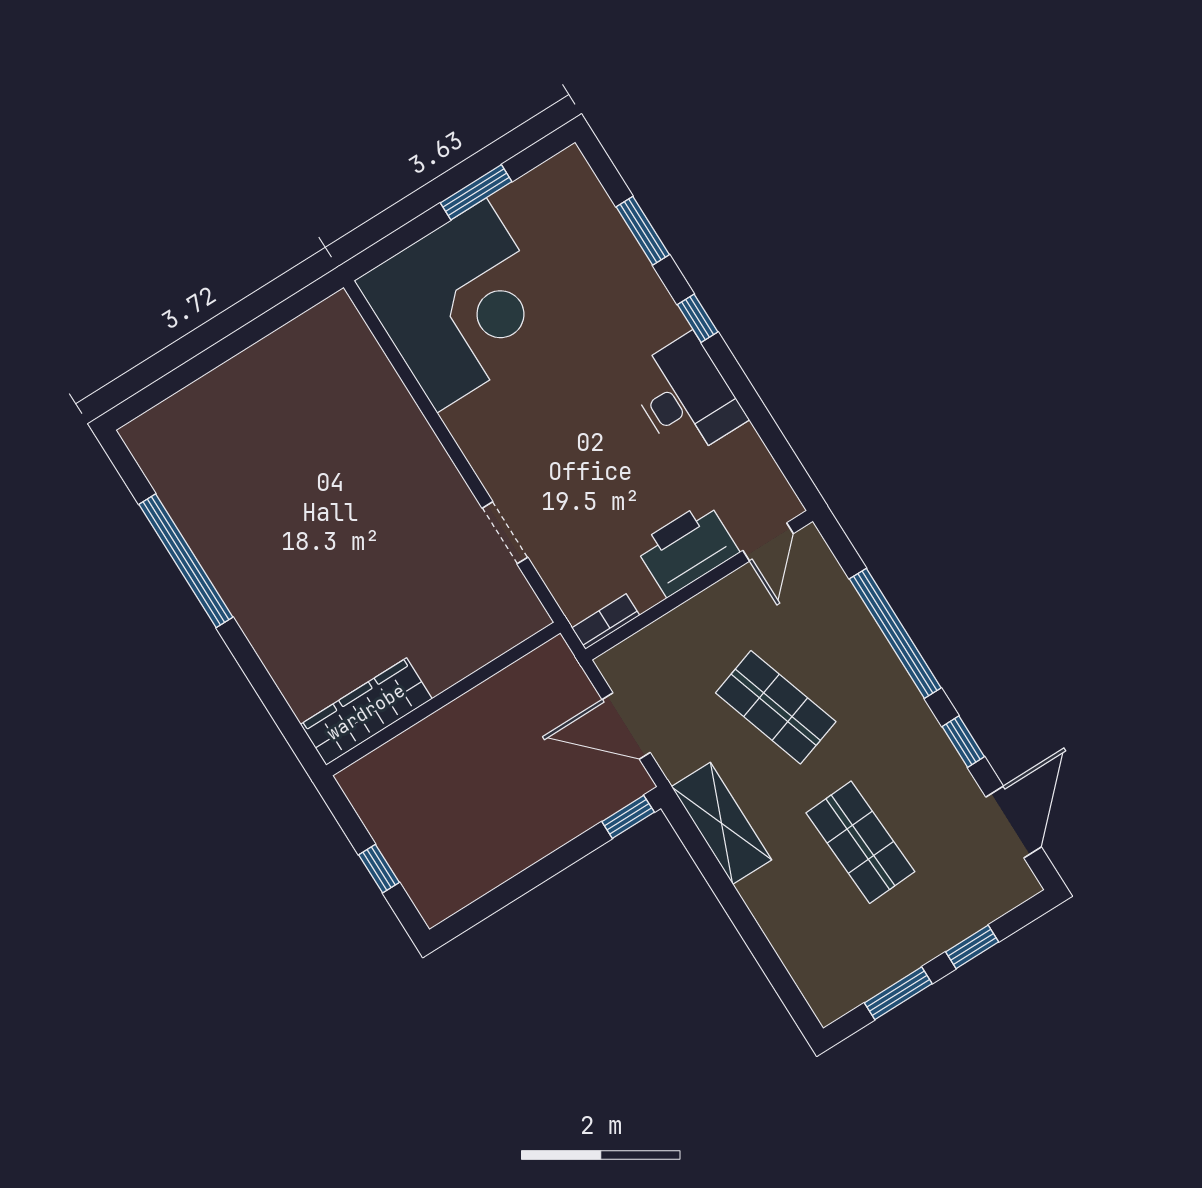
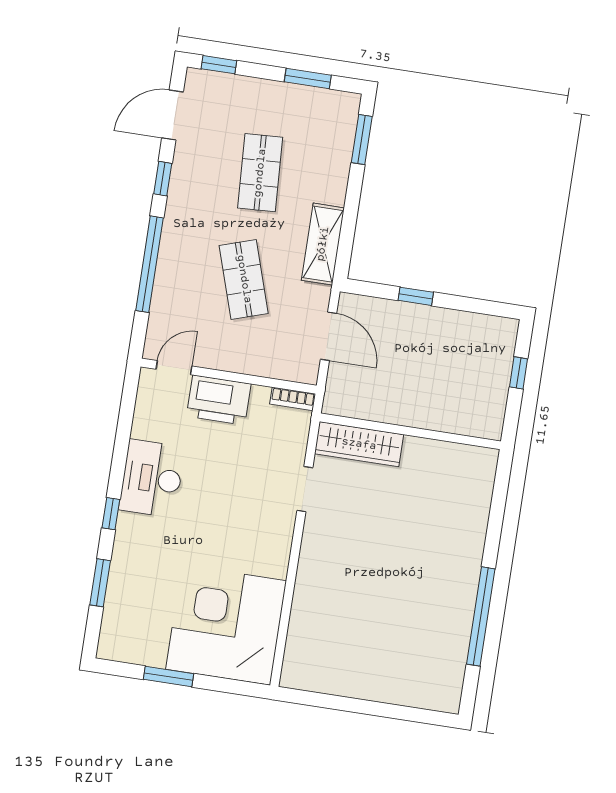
wardrobe: (366, 712) -> (359, 444), moved
window: (628, 817) -> (416, 296), moved
window: (972, 947) -> (219, 65), moved
window: (779, 977) -> (362, 140), added

